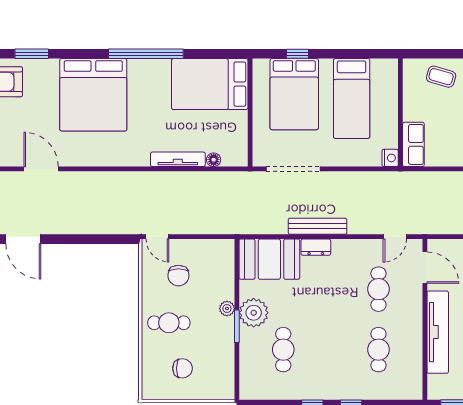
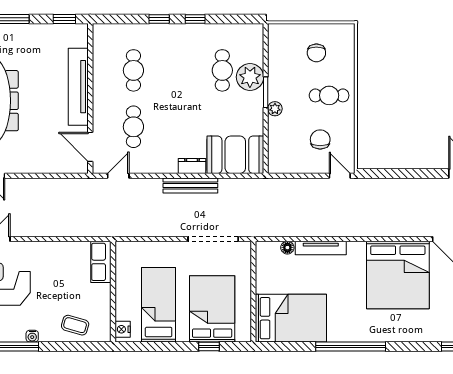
bed: (93, 95) -> (398, 275), moved, turned 180
nightstand: (390, 158) -> (123, 329), moved
plant: (254, 313) -> (250, 77), moved
chair: (182, 368) -> (316, 53), turned -90

